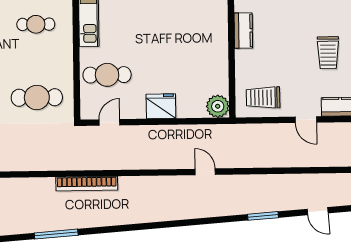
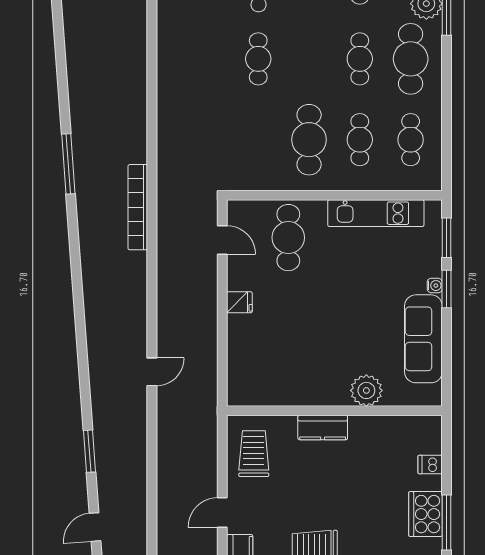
kitchen counter: (243, 30) -> (323, 428), moved
cafe table: (37, 97) -> (309, 140), moved
fridge: (161, 106) -> (239, 302), width x0.53, depth x0.75
plant: (218, 106) -> (366, 390), moved

